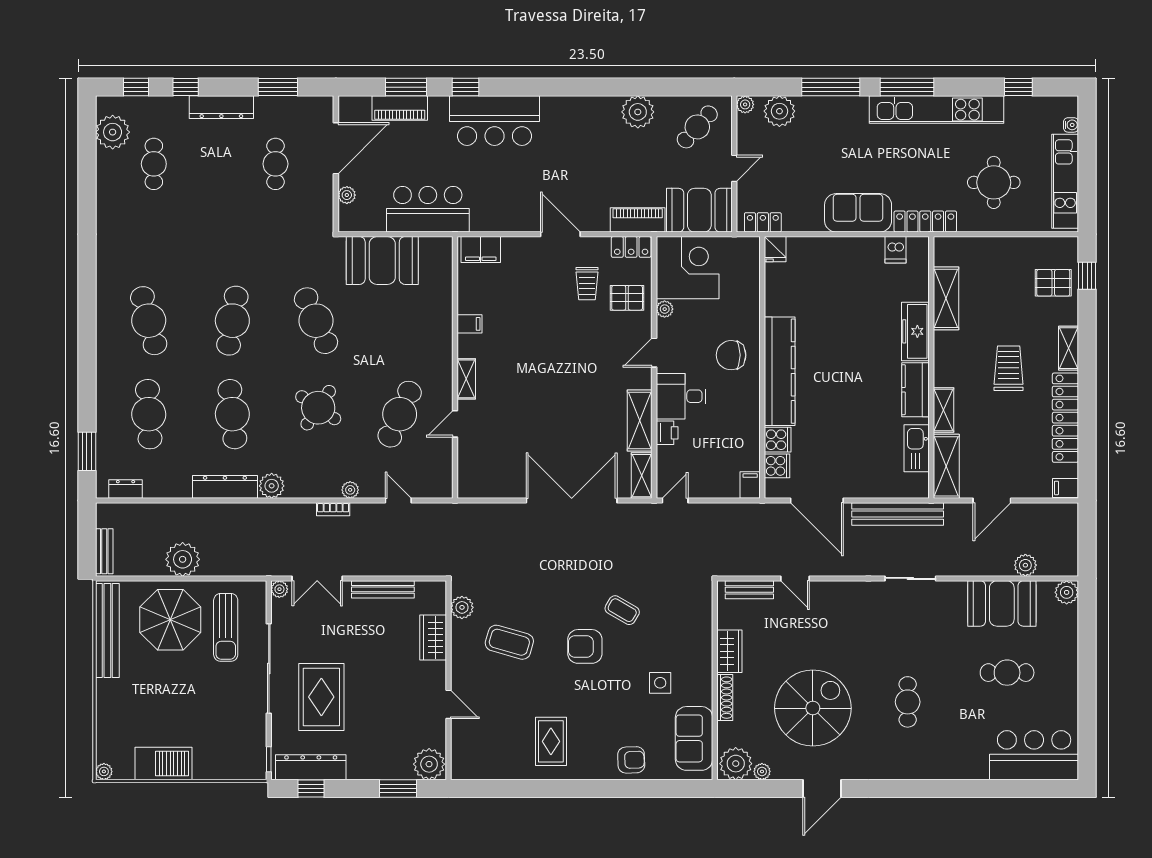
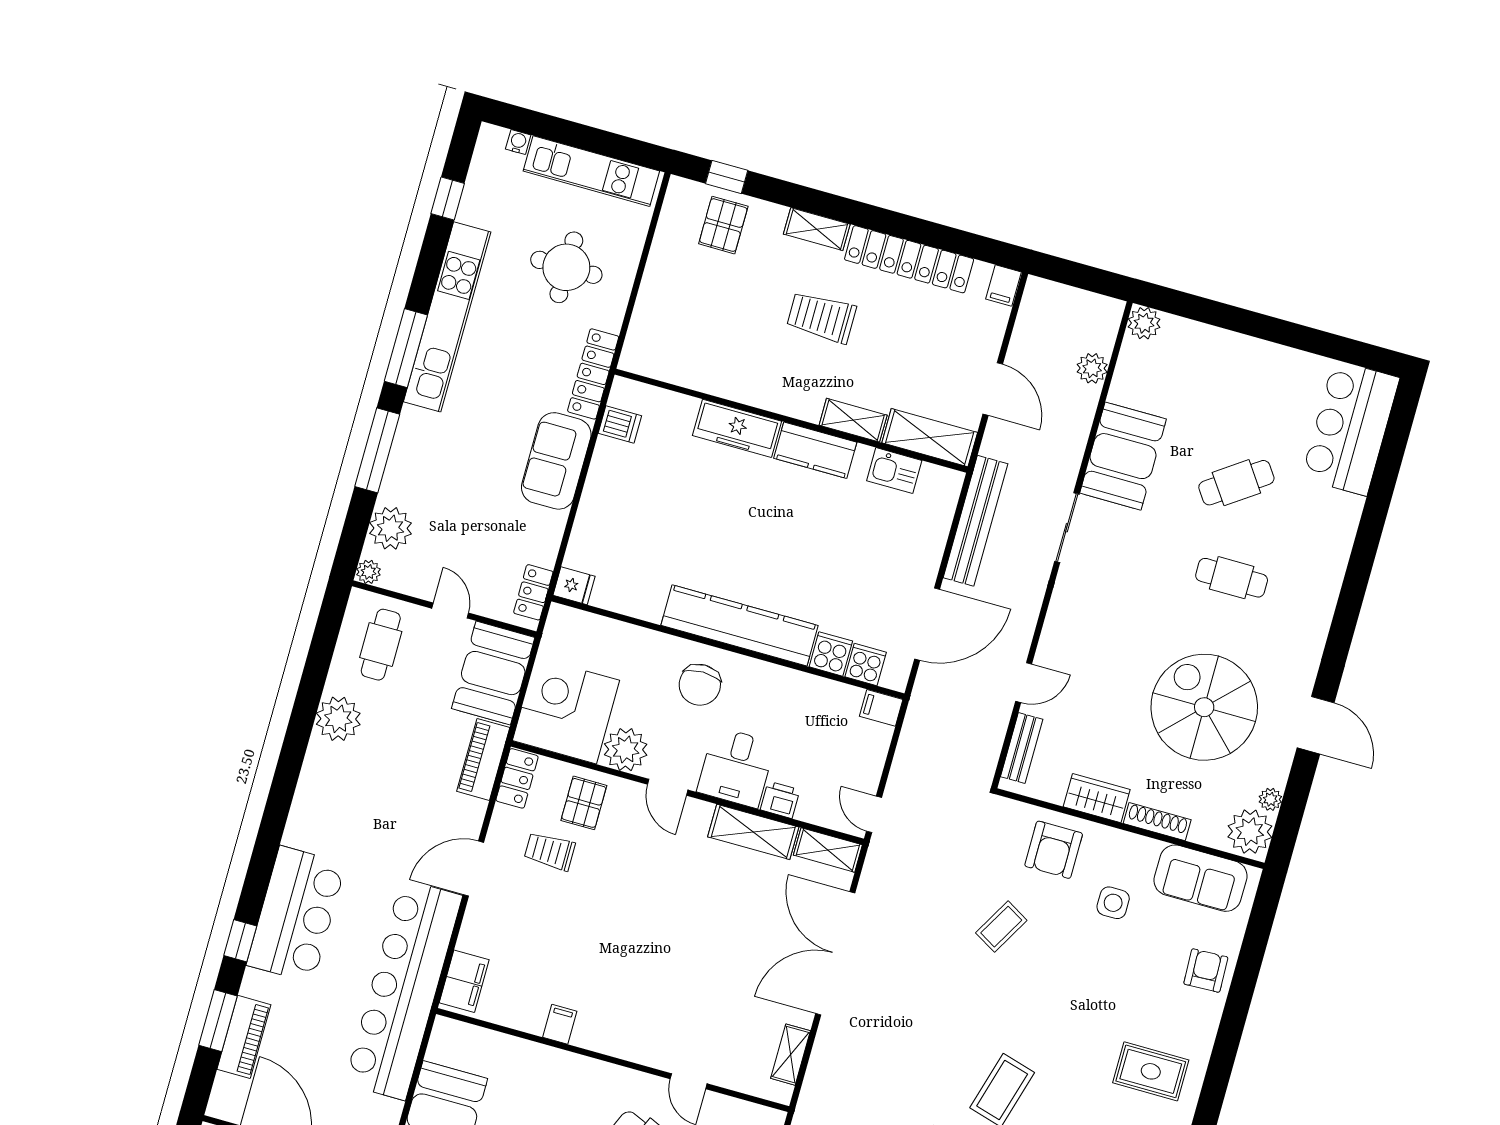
cafe table: (697, 127) -> (381, 645), turned 48
bar counter: (428, 209) -> (403, 990), width x1.86
trolley: (587, 284) -> (550, 851), turned 180
shelving: (946, 298) -> (704, 375), removed
plant: (665, 309) -> (626, 750), width x1.88, depth x1.88
shelving: (466, 379) -> (791, 1055), moved, turned 90
kitchen sink: (917, 448) -> (894, 471), width x0.73
booth: (1002, 603) -> (1123, 456), moved
armchair: (585, 646) -> (1054, 850), moved
cafe table: (1007, 673) -> (1236, 483), moved, turned 55

